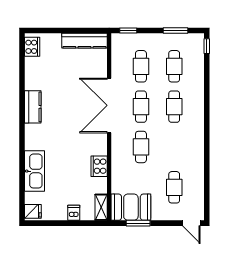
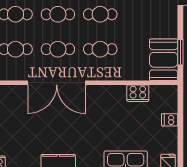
cooker: (99, 166) -> (138, 93), moved
cafe table: (174, 187) -> (100, 14), moved
shelving: (101, 207) -> (164, 91), removed

